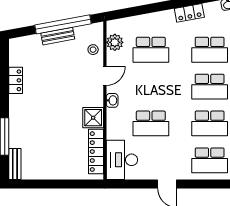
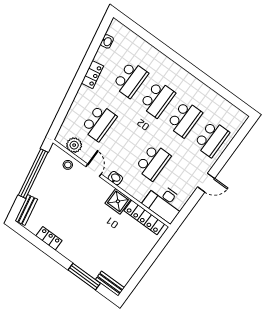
bench: (58, 36) -> (26, 210), moved

